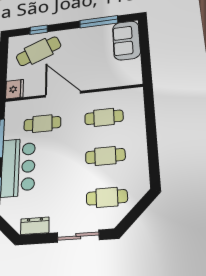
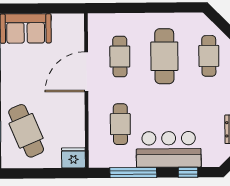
door: (63, 94) -> (86, 72), moved
cafe table: (105, 156) -> (164, 56), width x1.37, depth x1.35

